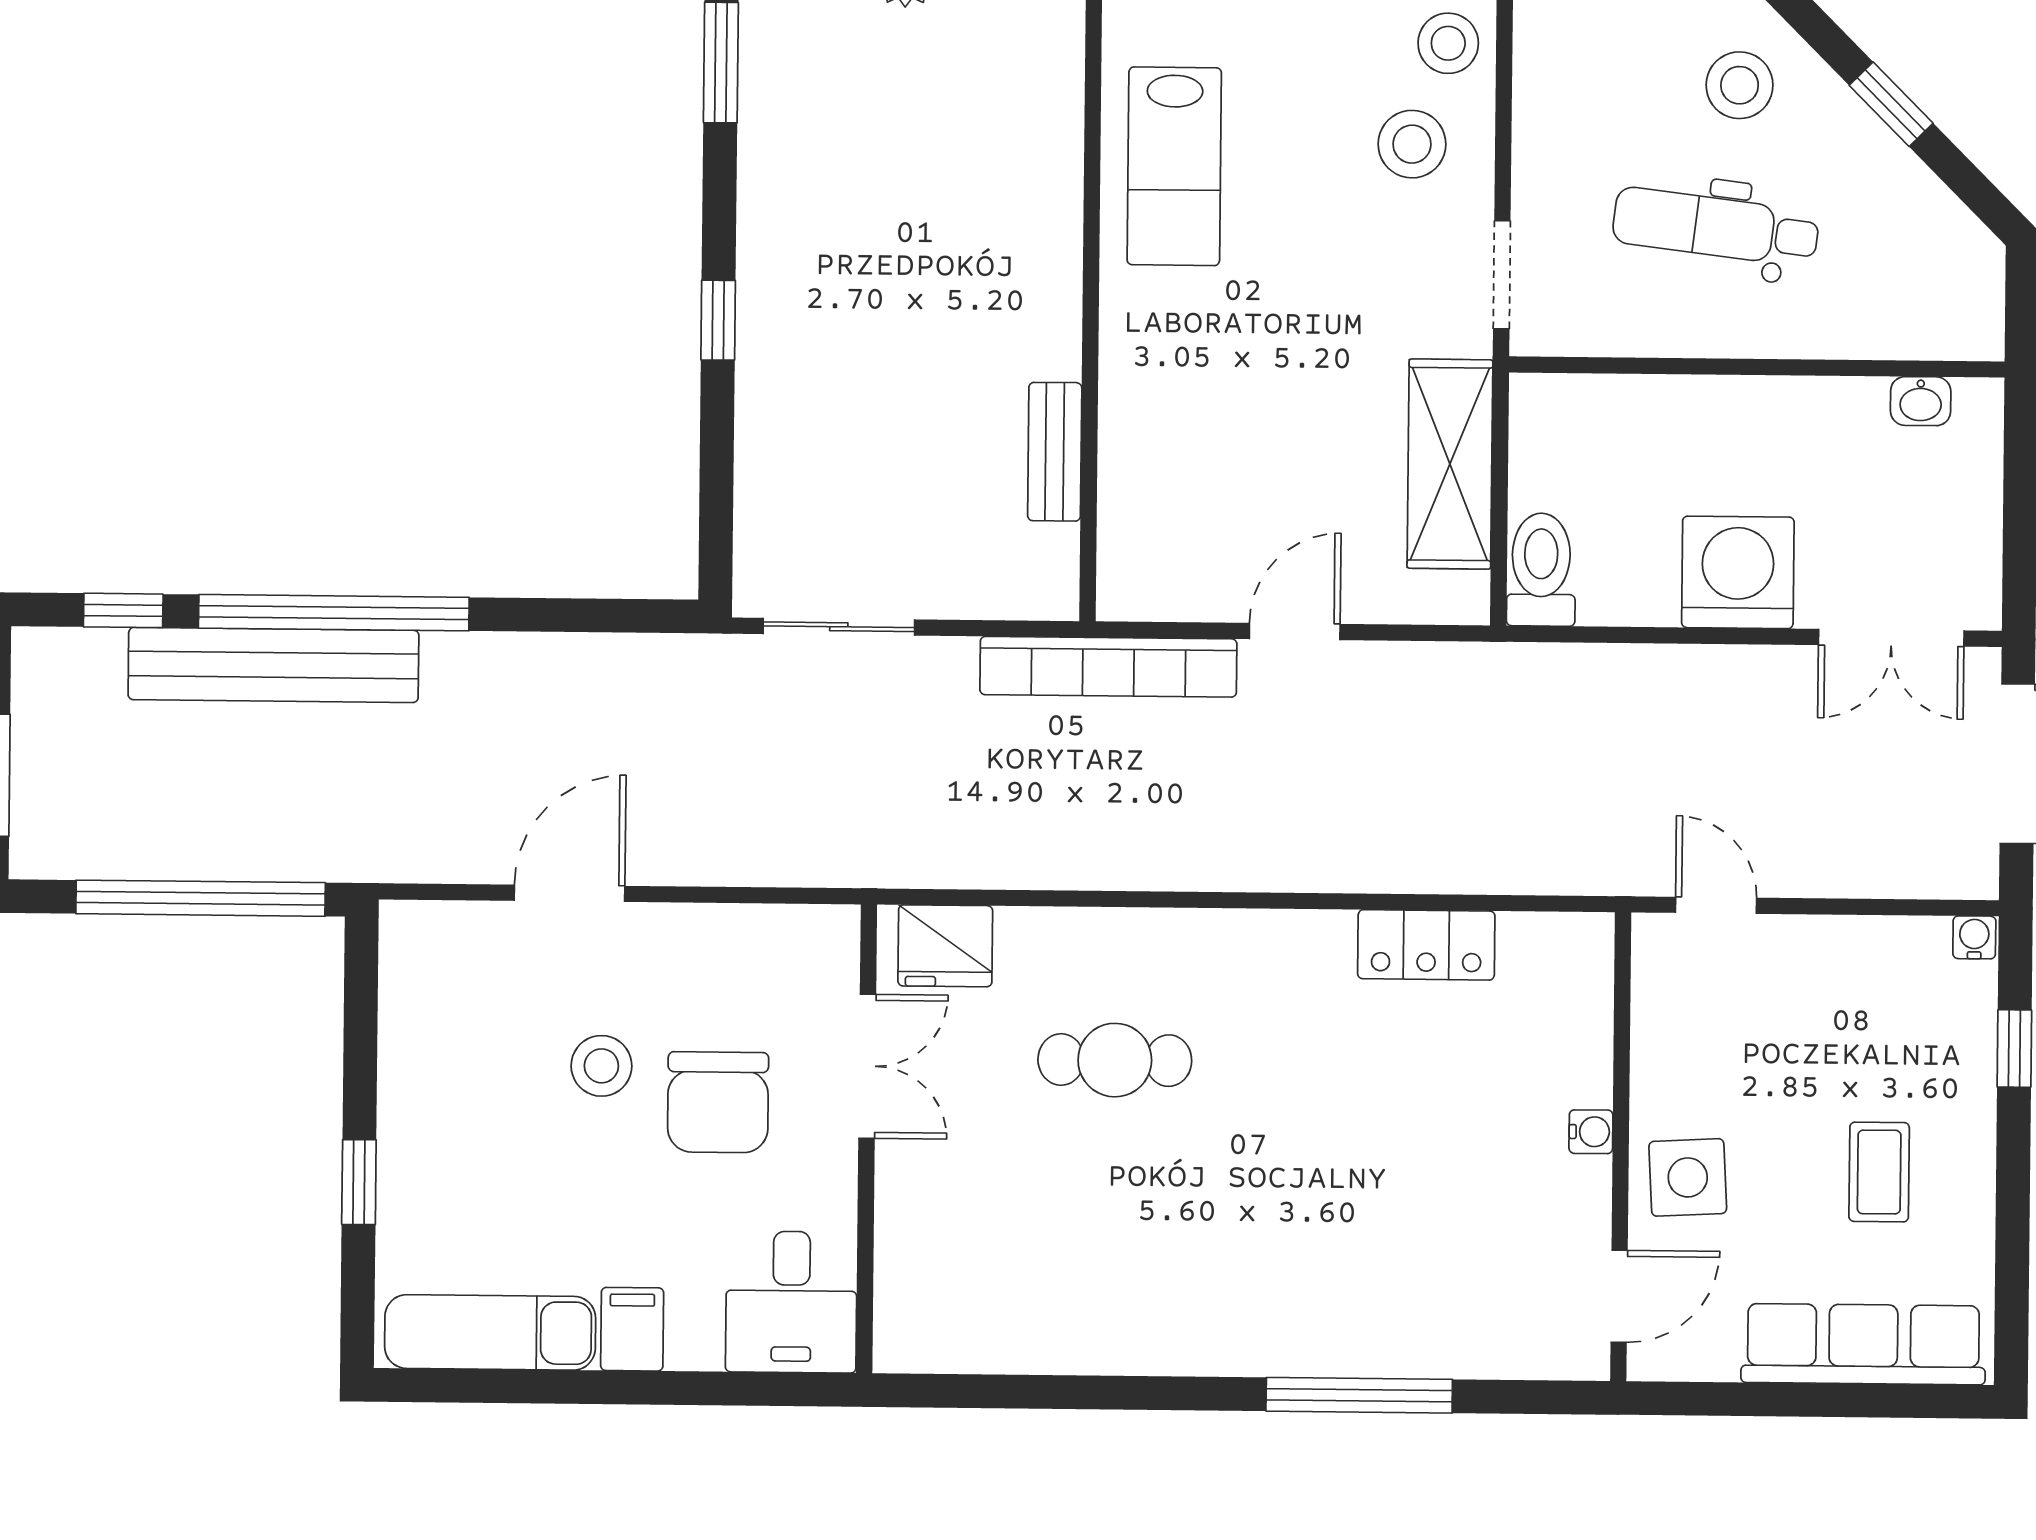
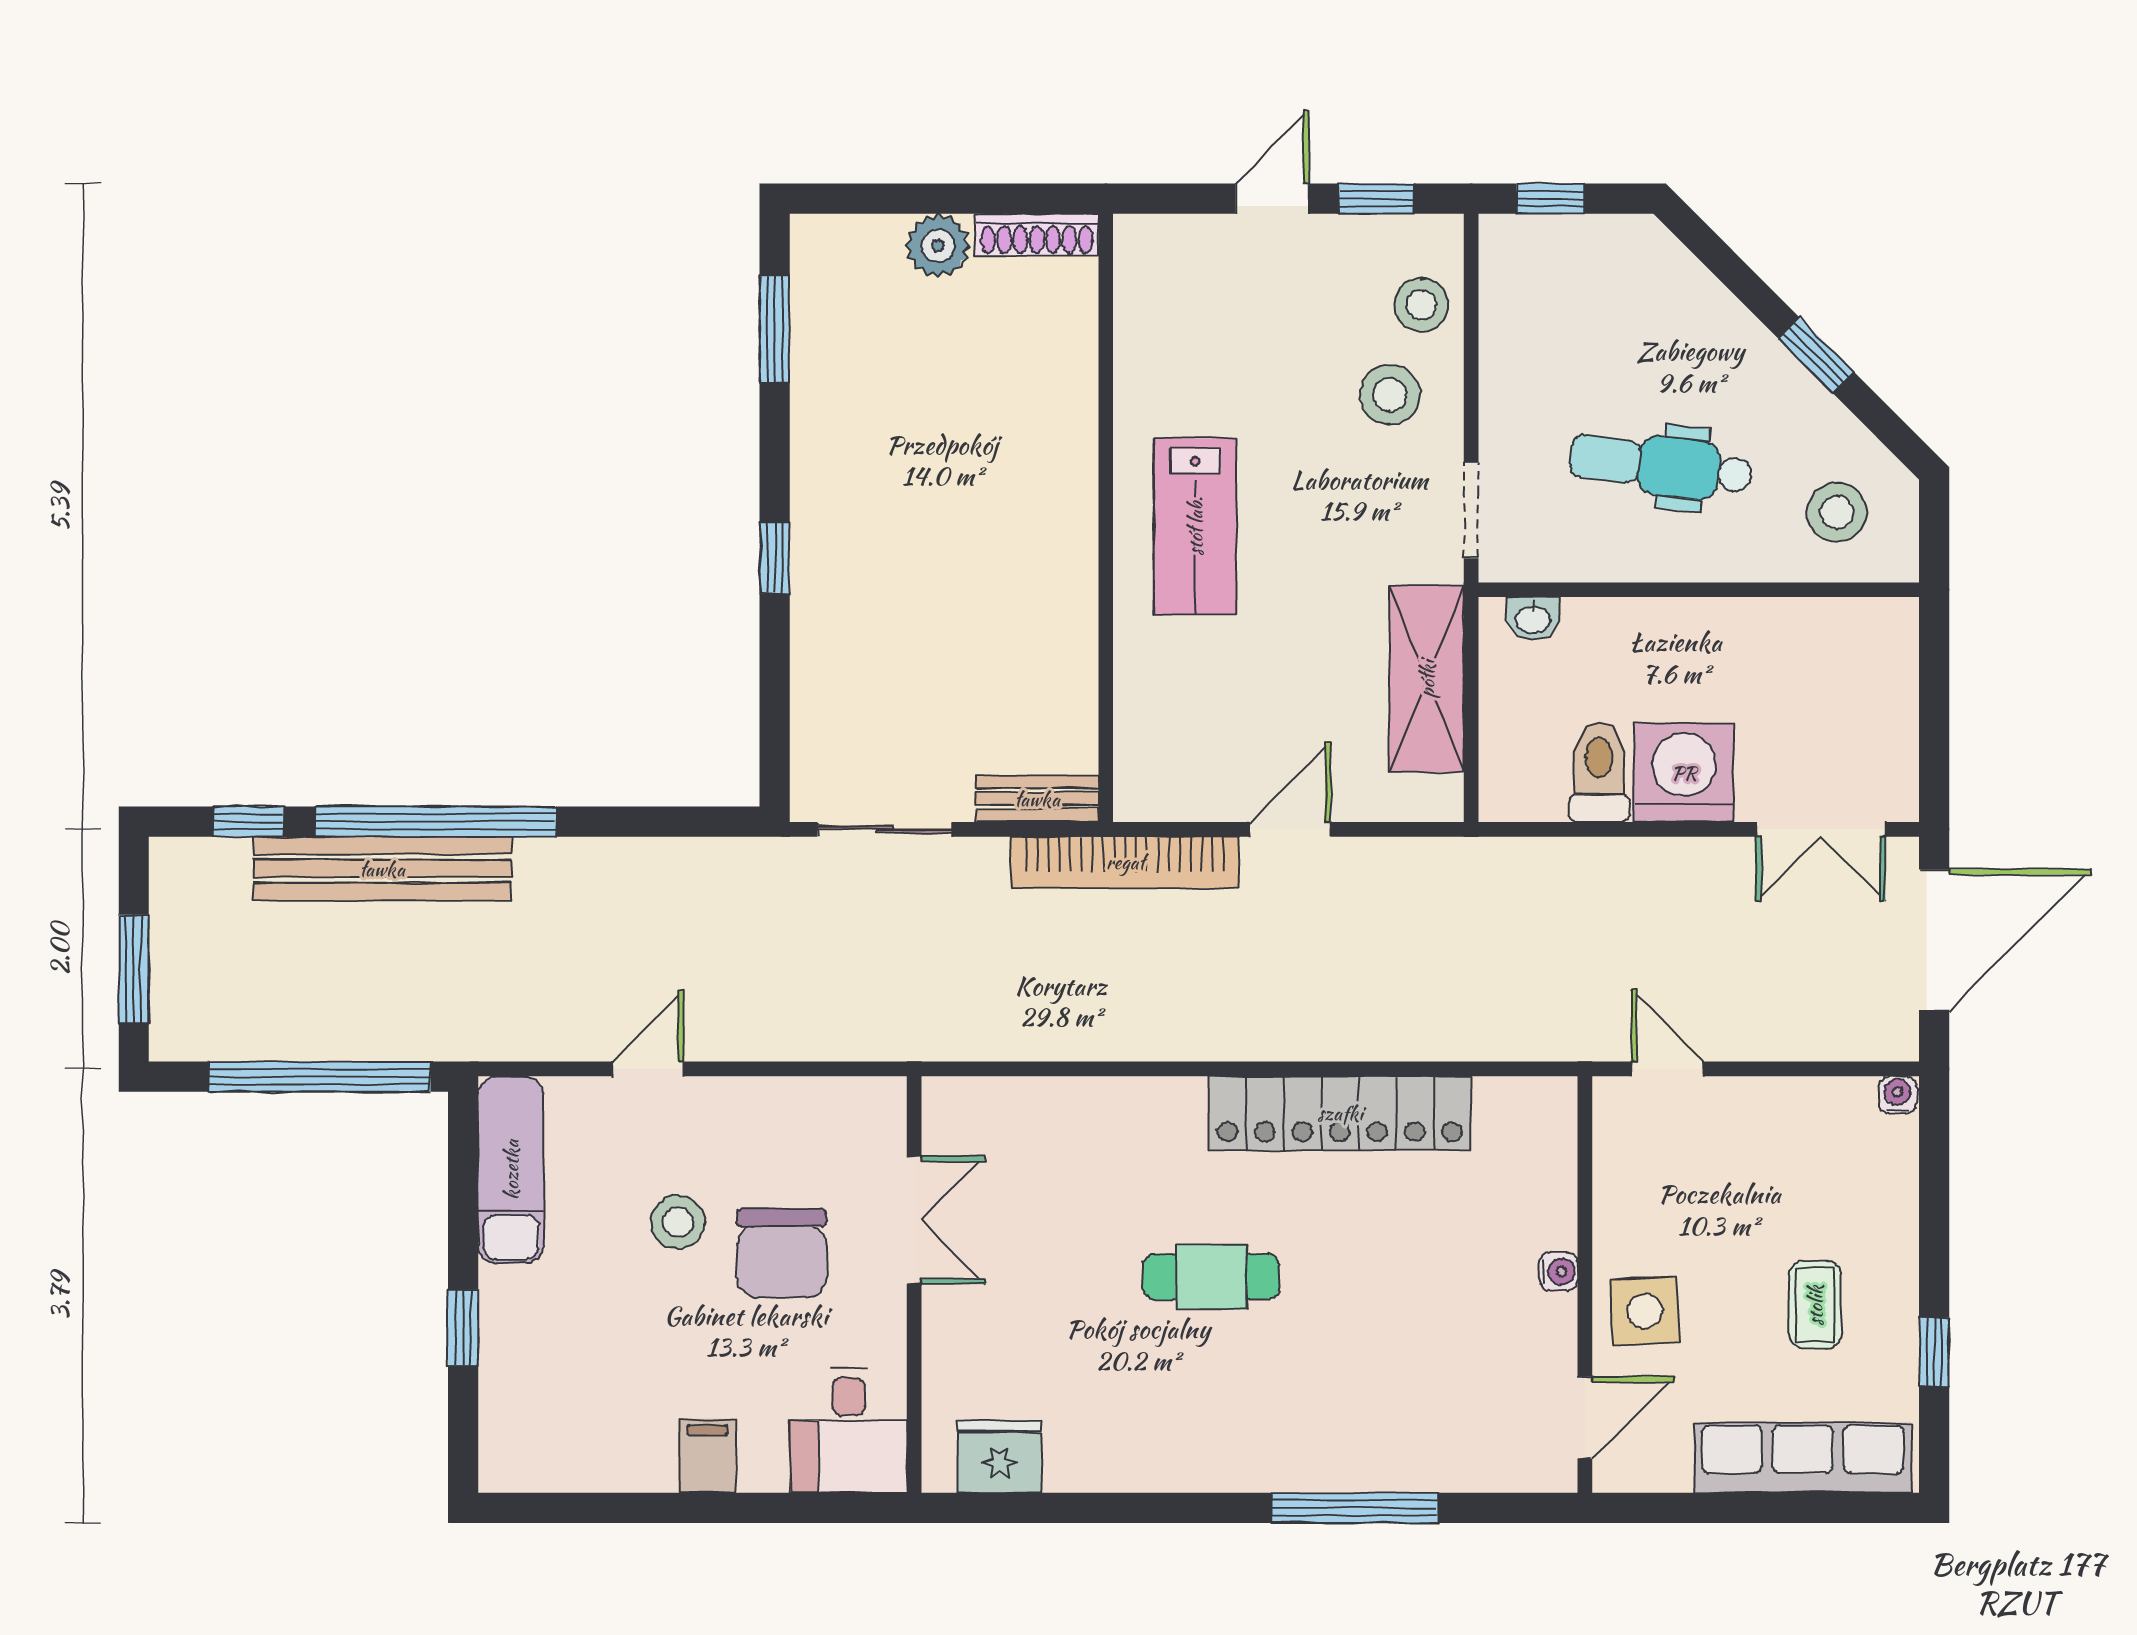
stool: (1740, 85) -> (1837, 512), moved
lab bench: (1174, 166) -> (1195, 526), moved
washbasin: (1921, 401) -> (1533, 619), moved
bench: (1055, 452) -> (1037, 799), moved, turned 90
toilet: (1541, 570) -> (1599, 772), moved
door: (569, 893) -> (648, 1069), width x0.73
locker: (1426, 945) -> (1340, 1113), width x2.16, depth x1.21
fridge: (945, 946) -> (999, 1457), moved, turned 180
window: (2014, 1049) -> (1934, 1352), moved
cafe table: (1115, 1060) -> (1211, 1277), moved
exam couch: (490, 1332) -> (511, 1170), moved, turned 90

